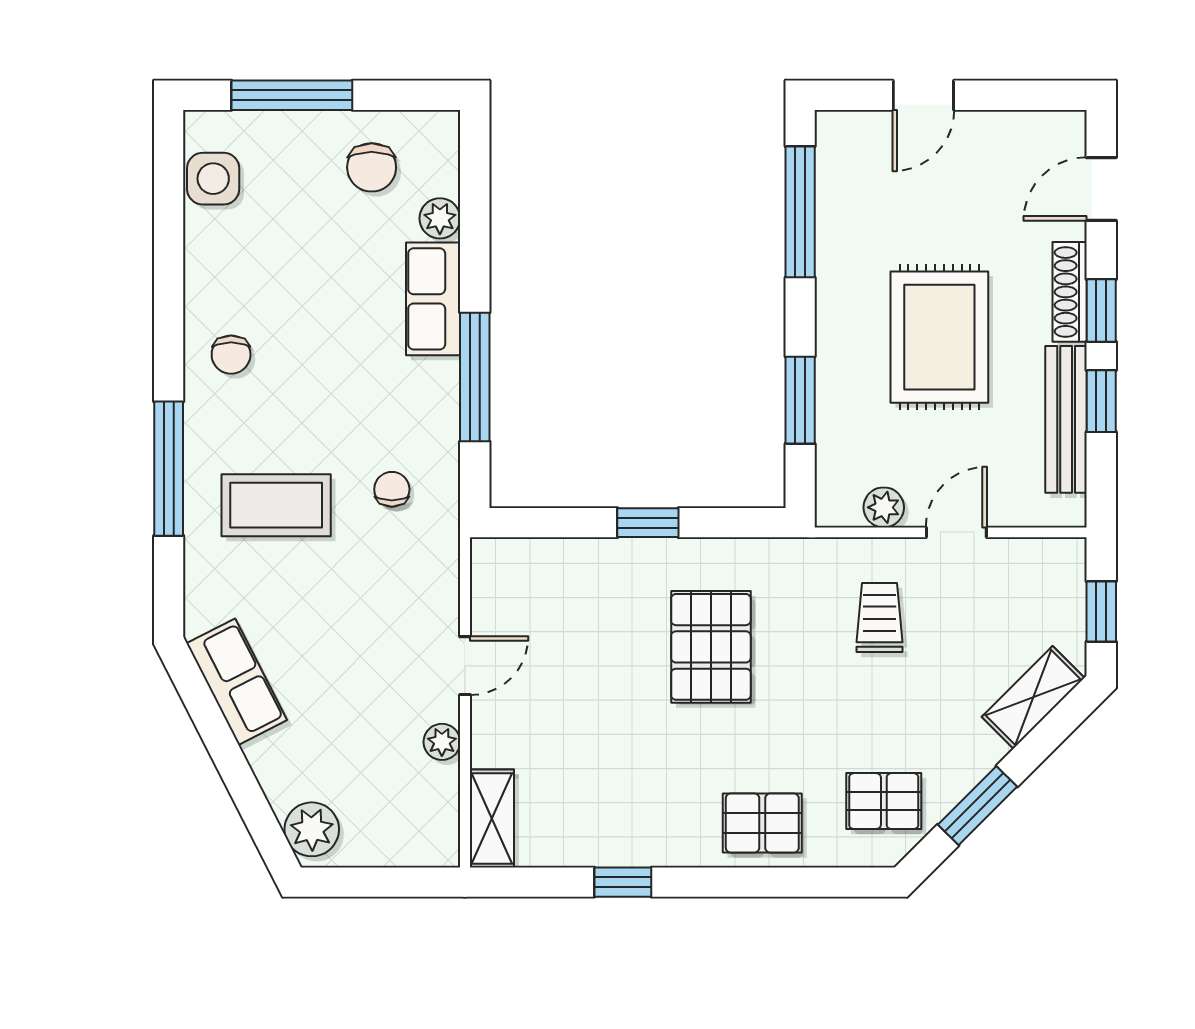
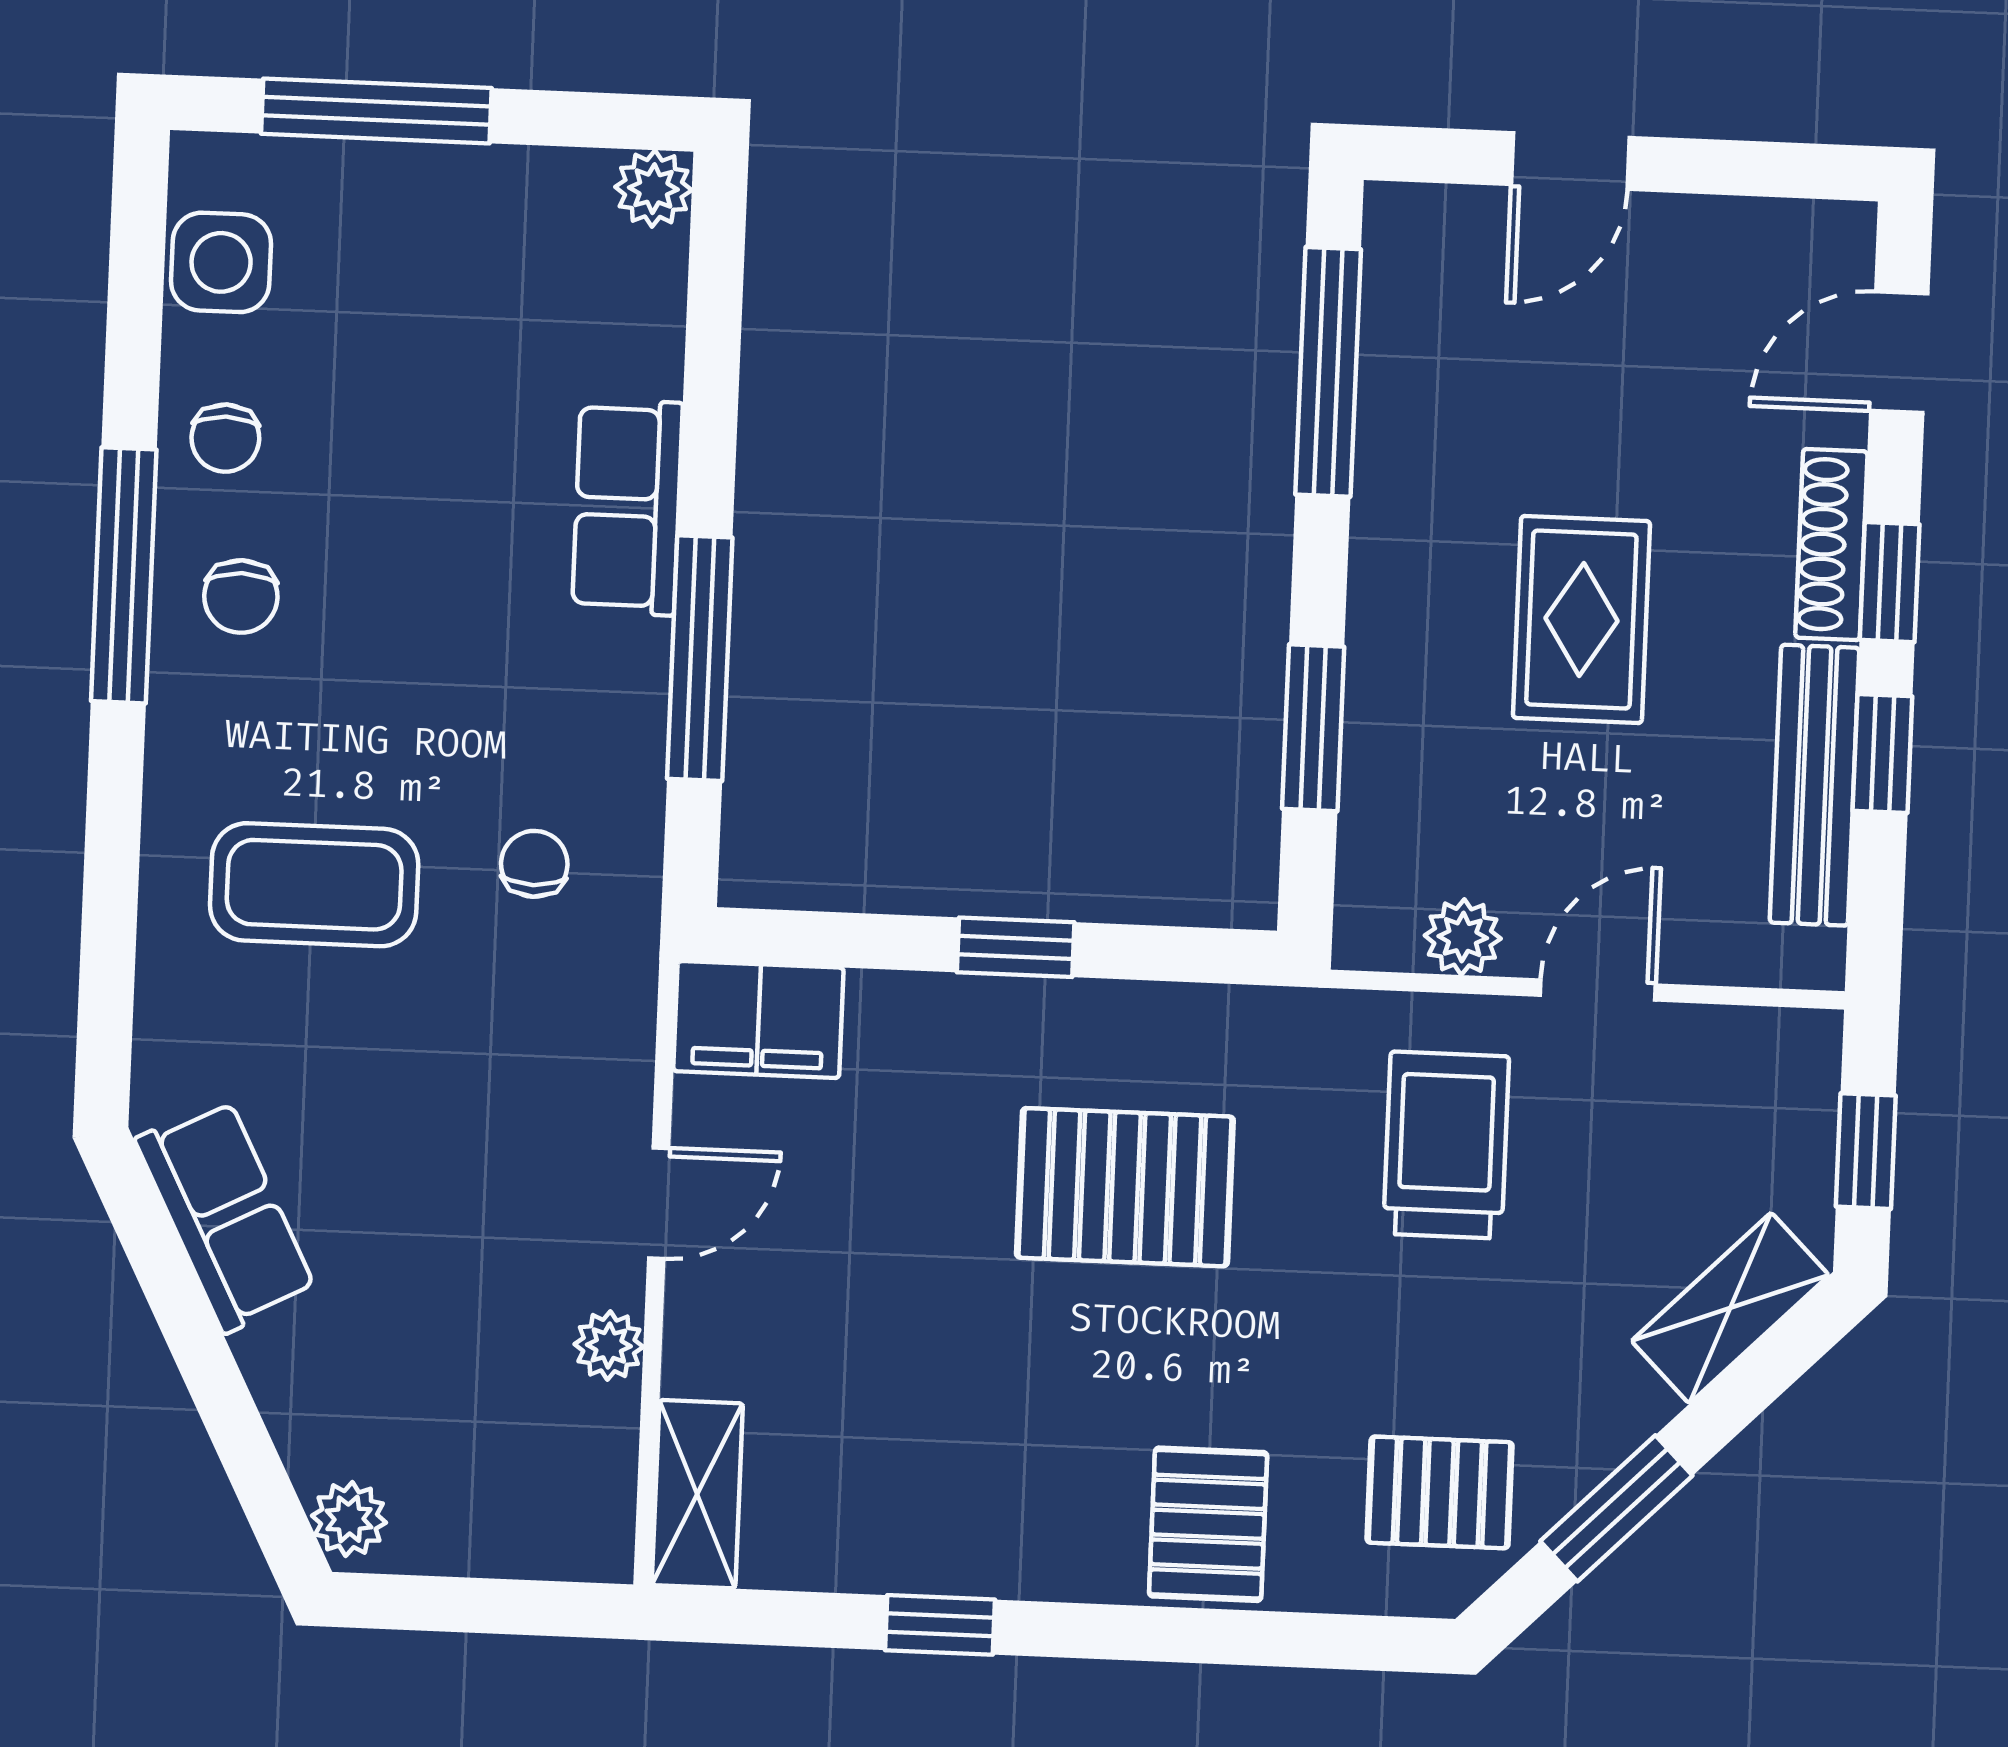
chair: (372, 167) -> (225, 438), moved, width x0.73, depth x0.73
plant: (440, 218) -> (653, 189), moved
rug: (939, 337) -> (1581, 620), width x0.73, depth x0.70
window: (169, 469) -> (124, 575), moved
filing cabinet: (514, 566) -> (758, 1019), added
trolley: (880, 618) -> (1446, 1145), width x1.36, depth x1.39
pallet: (711, 647) -> (1125, 1187), turned 90
pallet: (762, 823) -> (1208, 1524), turned 90
plant: (312, 829) -> (349, 1519), width x0.73, depth x0.73

